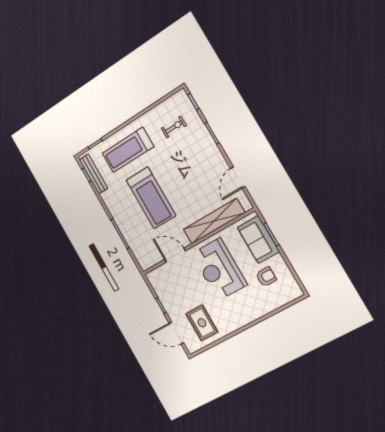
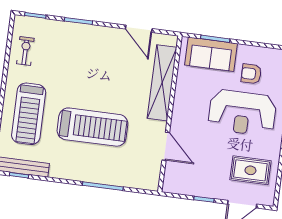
exercise bike: (174, 127) -> (25, 51), moved
door: (175, 255) -> (166, 146), swing flipped
reception desk: (219, 269) -> (242, 113), moved
armchair: (266, 277) -> (251, 74), turned -90

